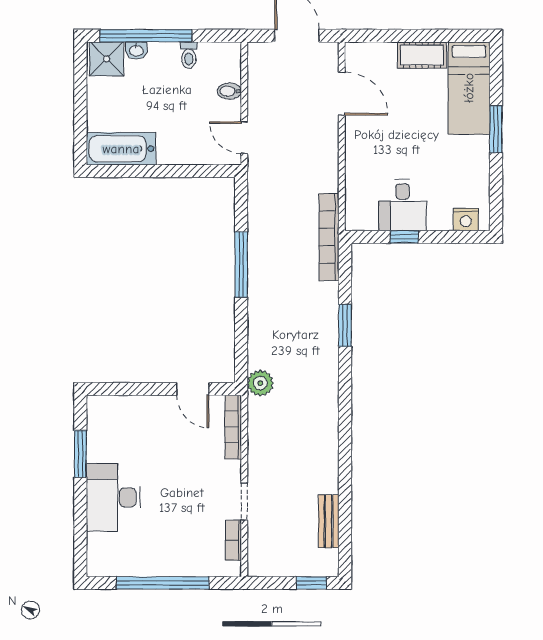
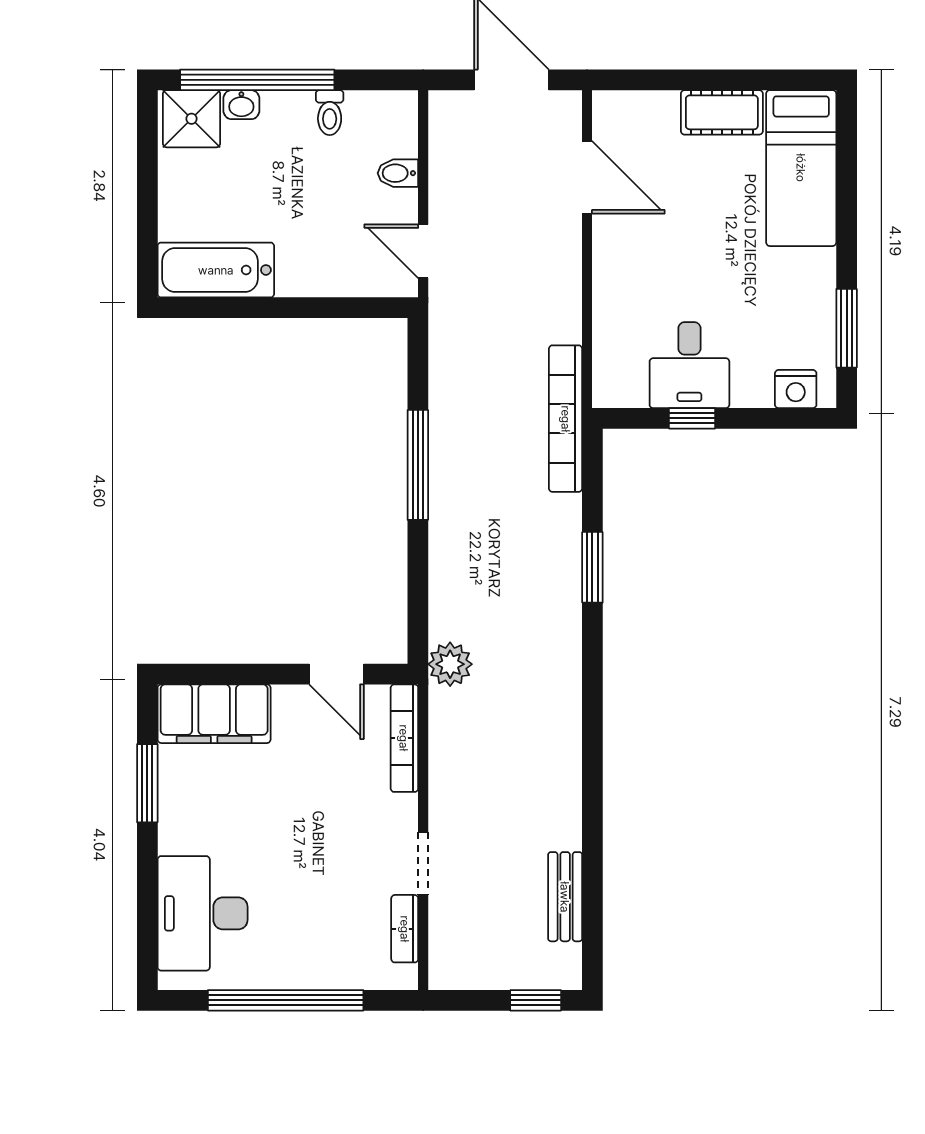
window: (496, 129) -> (847, 328), moved
filing cabinet: (120, 412) -> (214, 714), added
desk: (113, 497) -> (203, 913), moved

